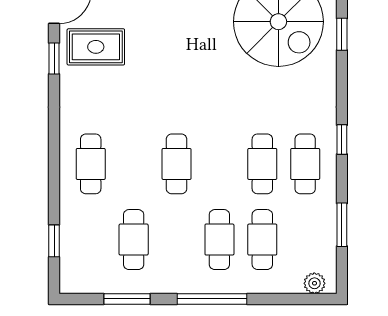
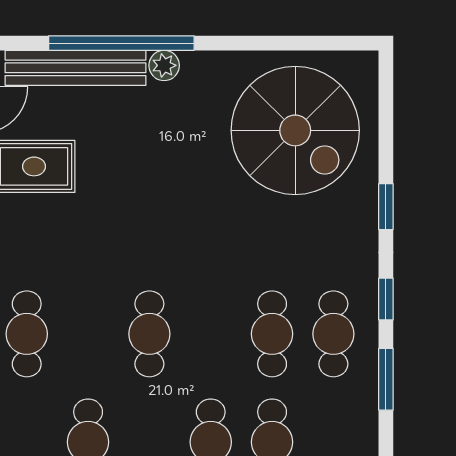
window: (342, 34) -> (386, 207), moved
window: (342, 225) -> (386, 379), moved

